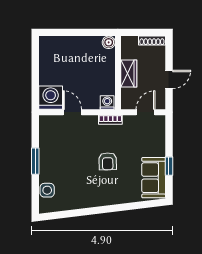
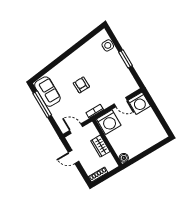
door: (169, 80) -> (74, 157), hinge flipped
washing machine: (107, 102) -> (109, 122), width x1.89, depth x1.89
door: (146, 112) -> (76, 129), swing flipped
window: (169, 166) -> (42, 104), width x2.17

